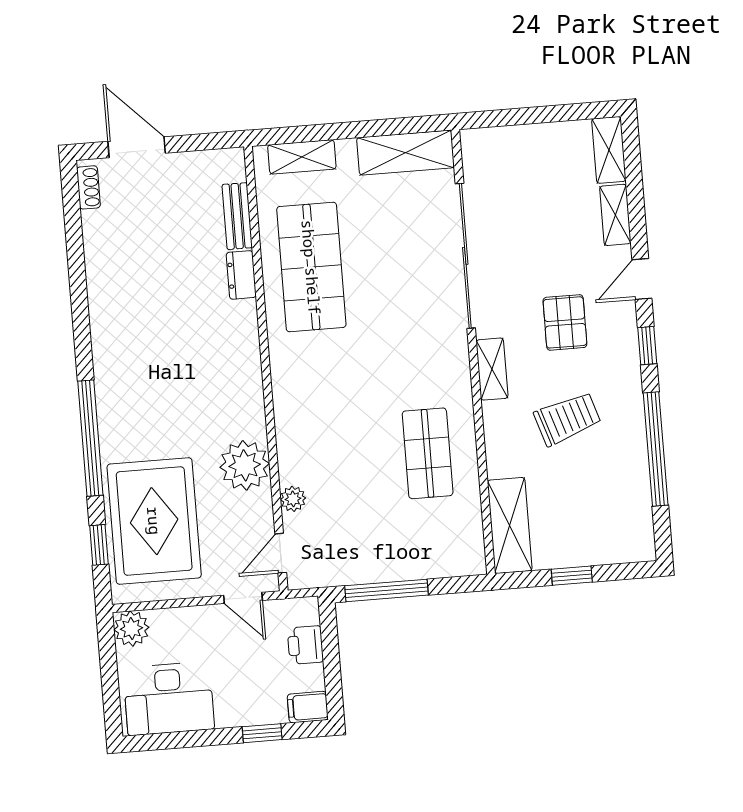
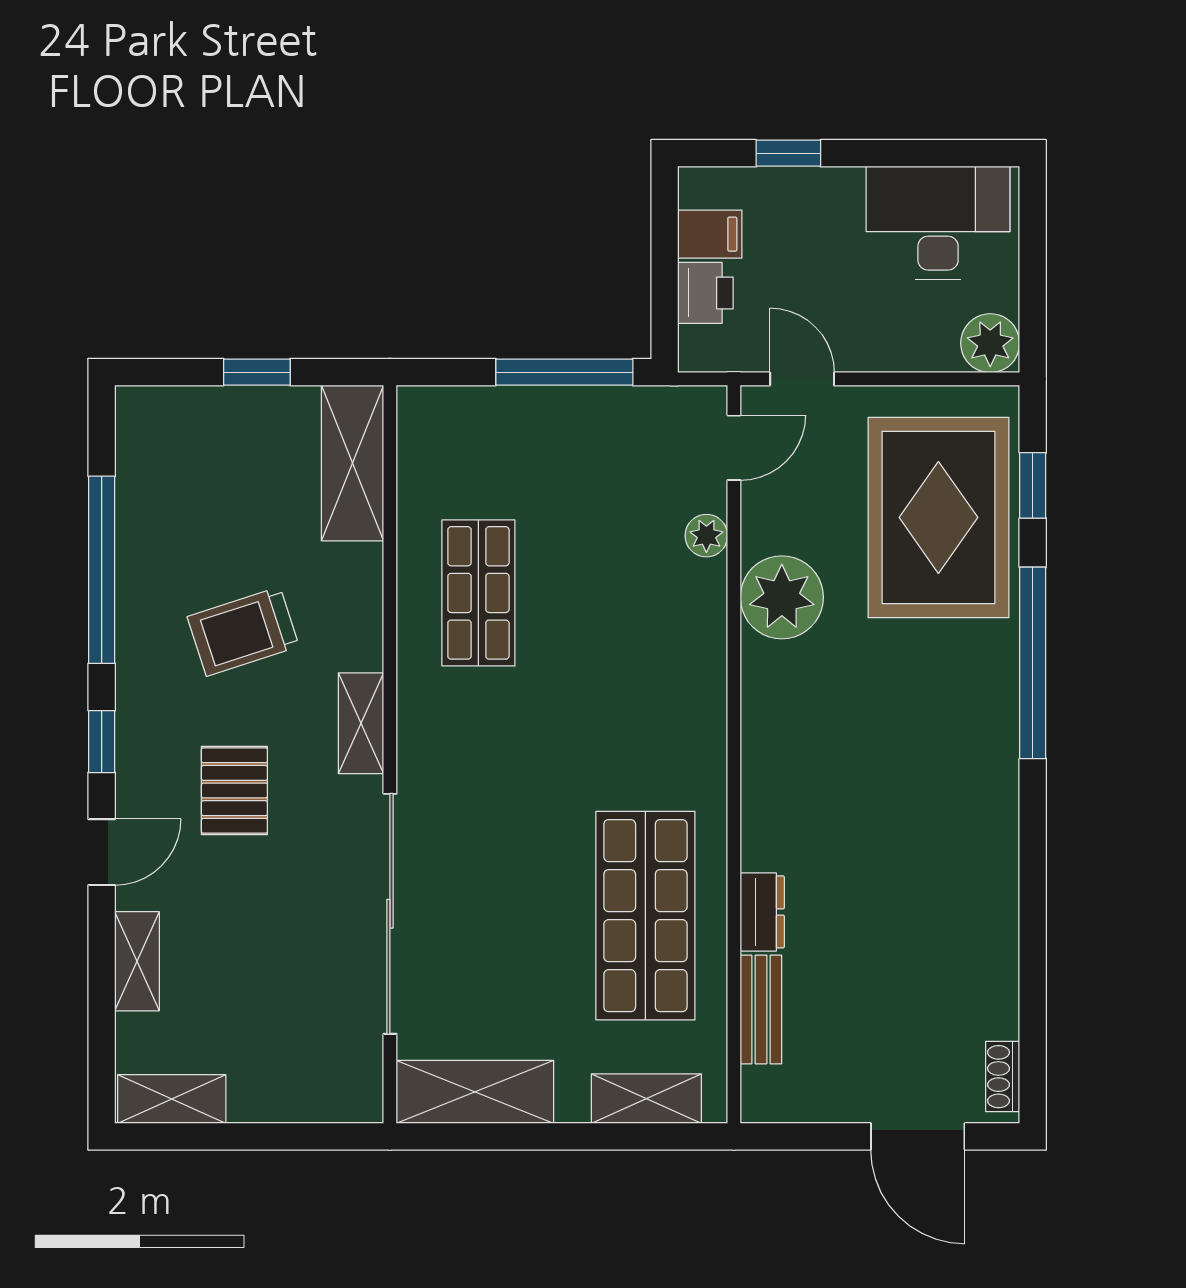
shelving: (609, 150) -> (172, 1099), moved, turned 90
filing cabinet: (308, 707) -> (710, 234), moved

